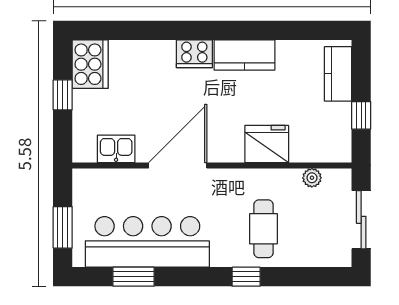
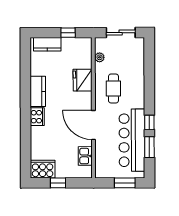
cafe table: (263, 229) -> (113, 89), moved, turned 90
window: (246, 277) -> (149, 122), moved

